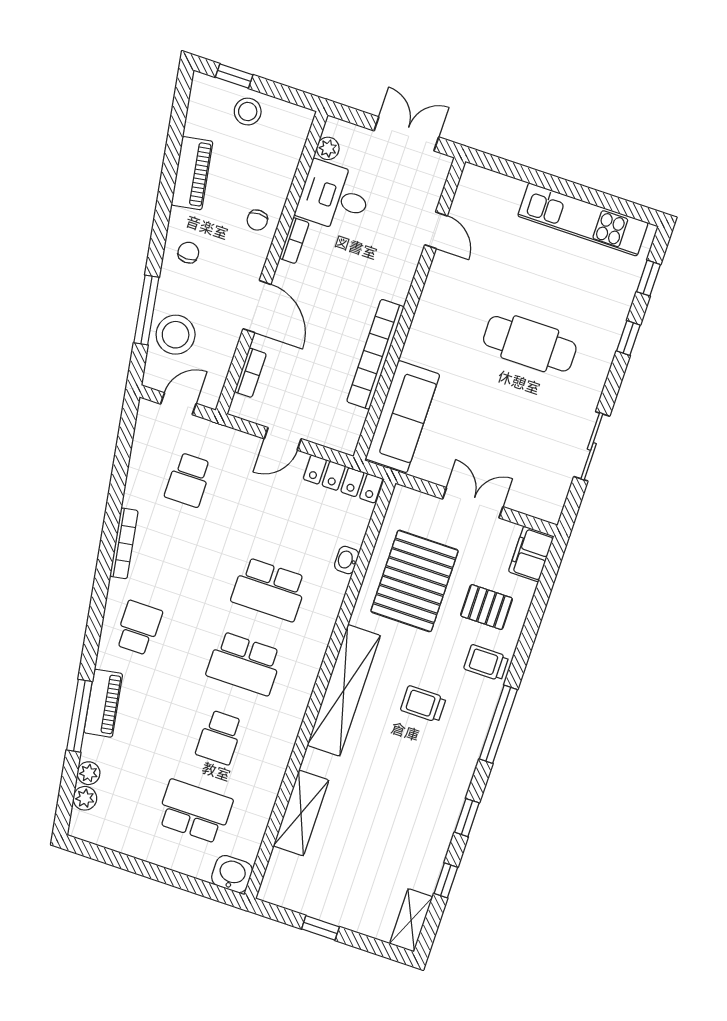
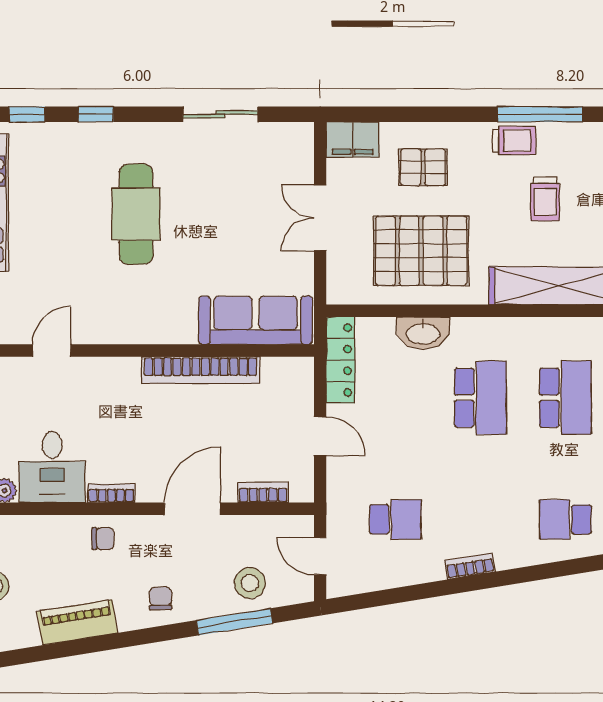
chair: (188, 253) -> (161, 598), turned 90
stool: (176, 335) -> (250, 583), width x0.73, depth x0.73
bookcase: (124, 543) -> (470, 566), width x0.64
washbasin: (347, 560) -> (423, 333), width x1.91, depth x1.45
pallet: (487, 607) -> (423, 167), turned 90
trolley: (486, 663) -> (514, 141), moved, turned -90

